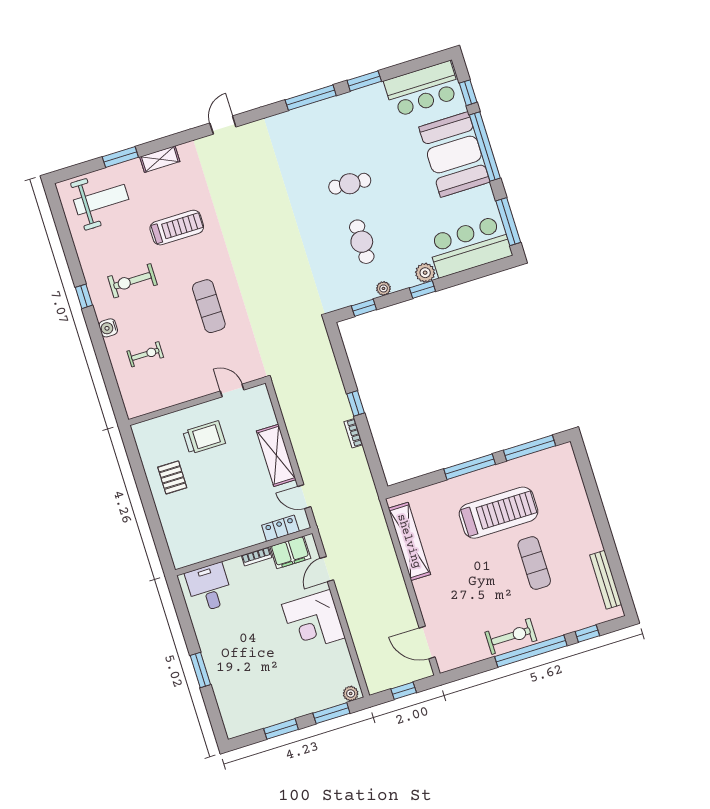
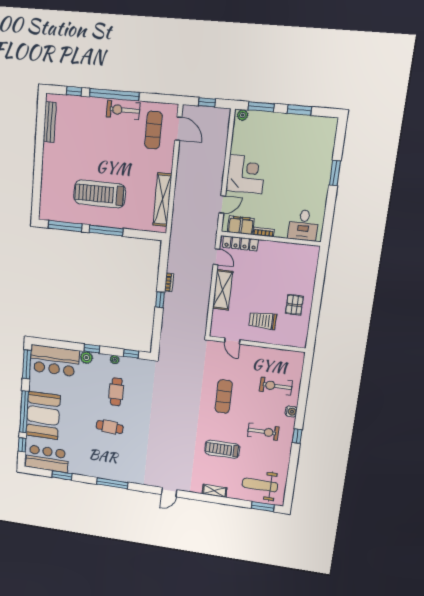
window: (364, 81) -> (62, 475), moved
window: (120, 157) -> (263, 507), moved
exercise bike: (145, 354) -> (276, 386), width x1.38, depth x1.39
locker: (280, 528) -> (240, 243), width x1.53
exercise mat: (534, 563) -> (153, 130), moved

